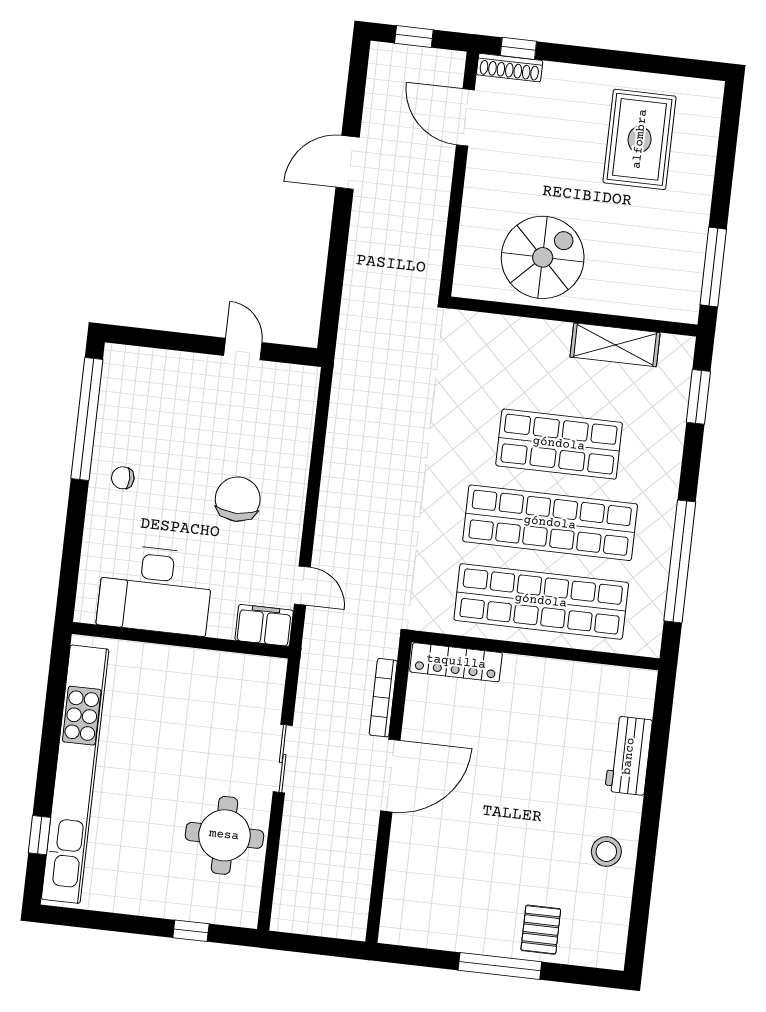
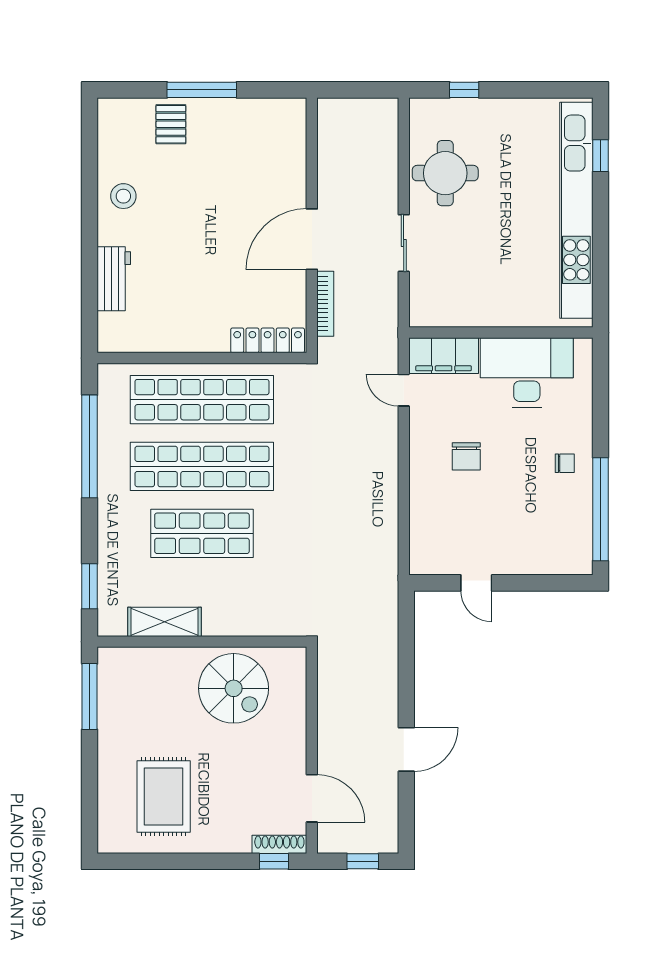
spiral stairs: (543, 257) -> (234, 688), turned -90
chair: (238, 499) -> (466, 456), width x0.73, depth x0.73
filing cabinet: (264, 625) -> (444, 356), width x1.50, depth x1.17

